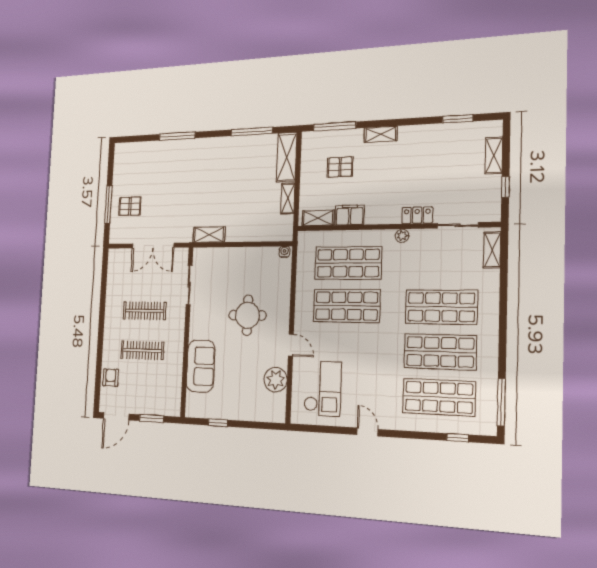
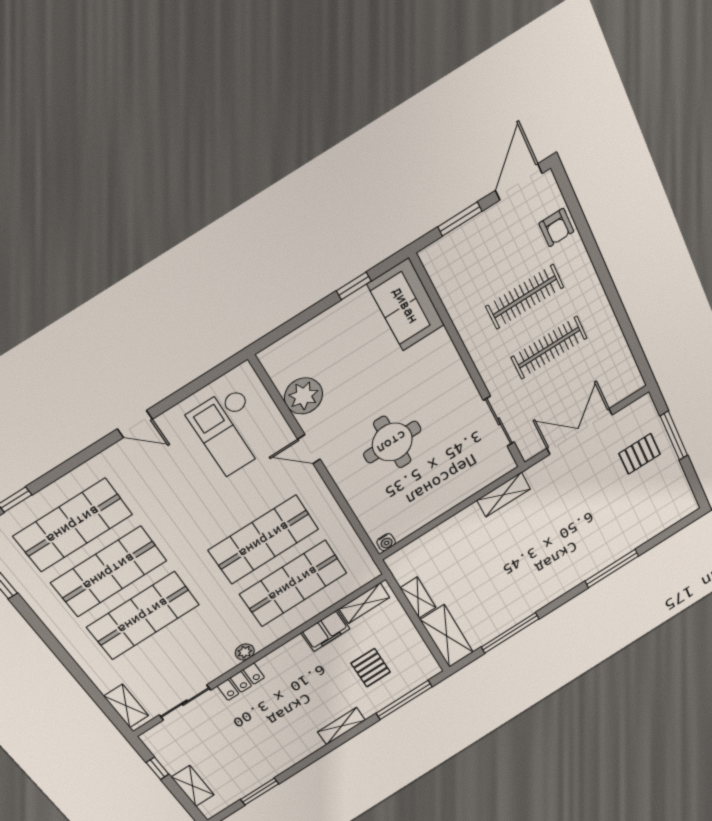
pallet: (340, 167) -> (371, 668), turned 90
sofa: (201, 366) -> (406, 305), moved

